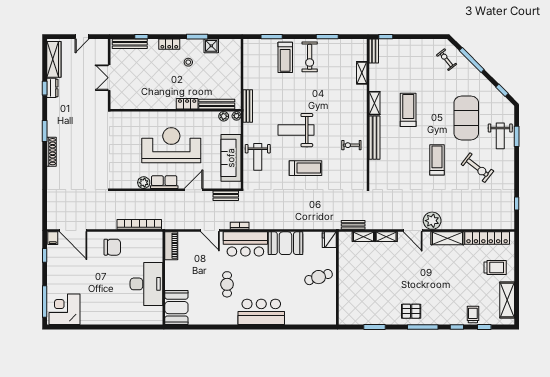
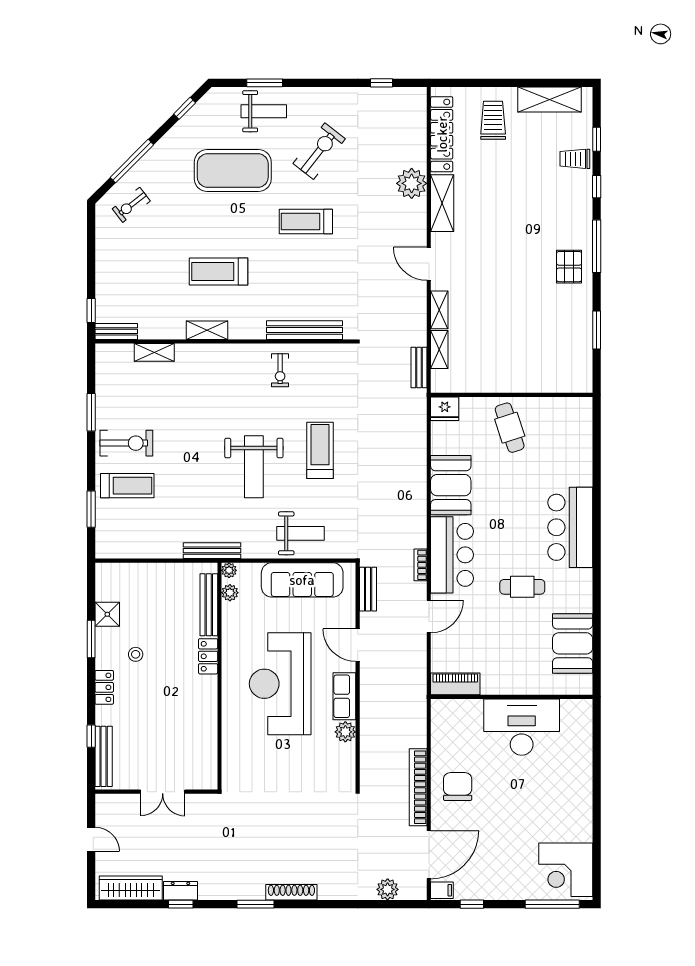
bench: (375, 138) -> (305, 330), moved
plant: (53, 207) -> (388, 889), added
plant: (432, 221) -> (412, 183), moved
bookcase: (139, 224) -> (418, 787), moved
door: (413, 231) -> (429, 264), swing flipped
booth: (176, 308) -> (573, 643), moved, turned 90

